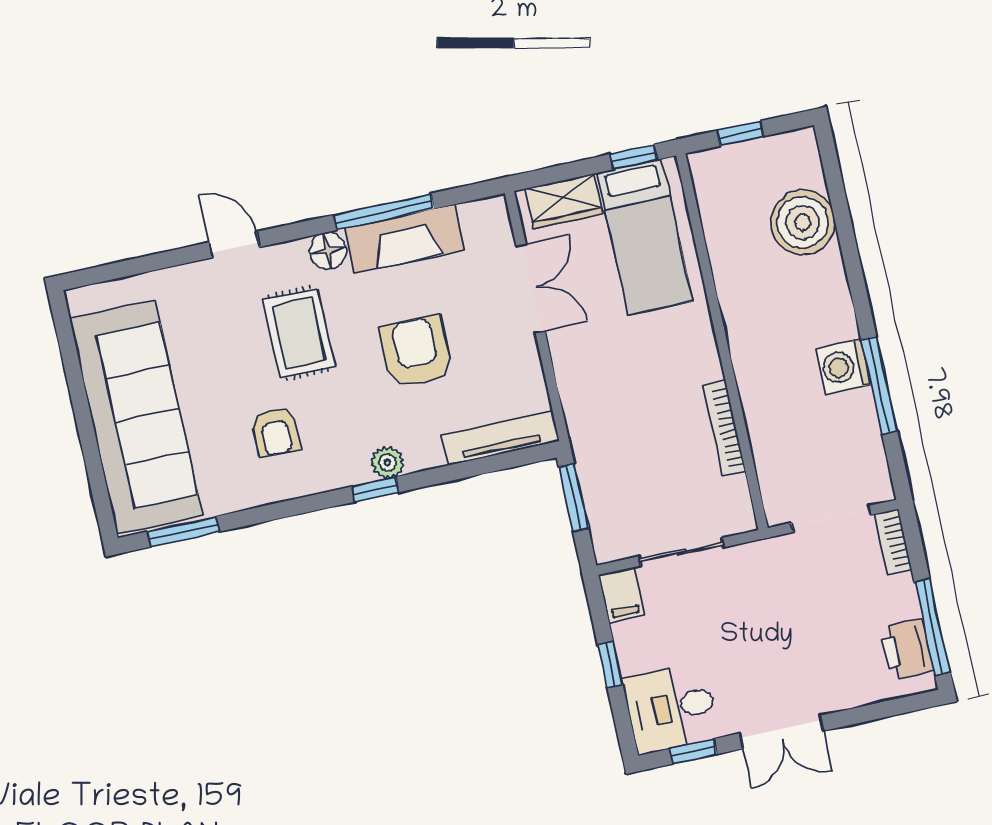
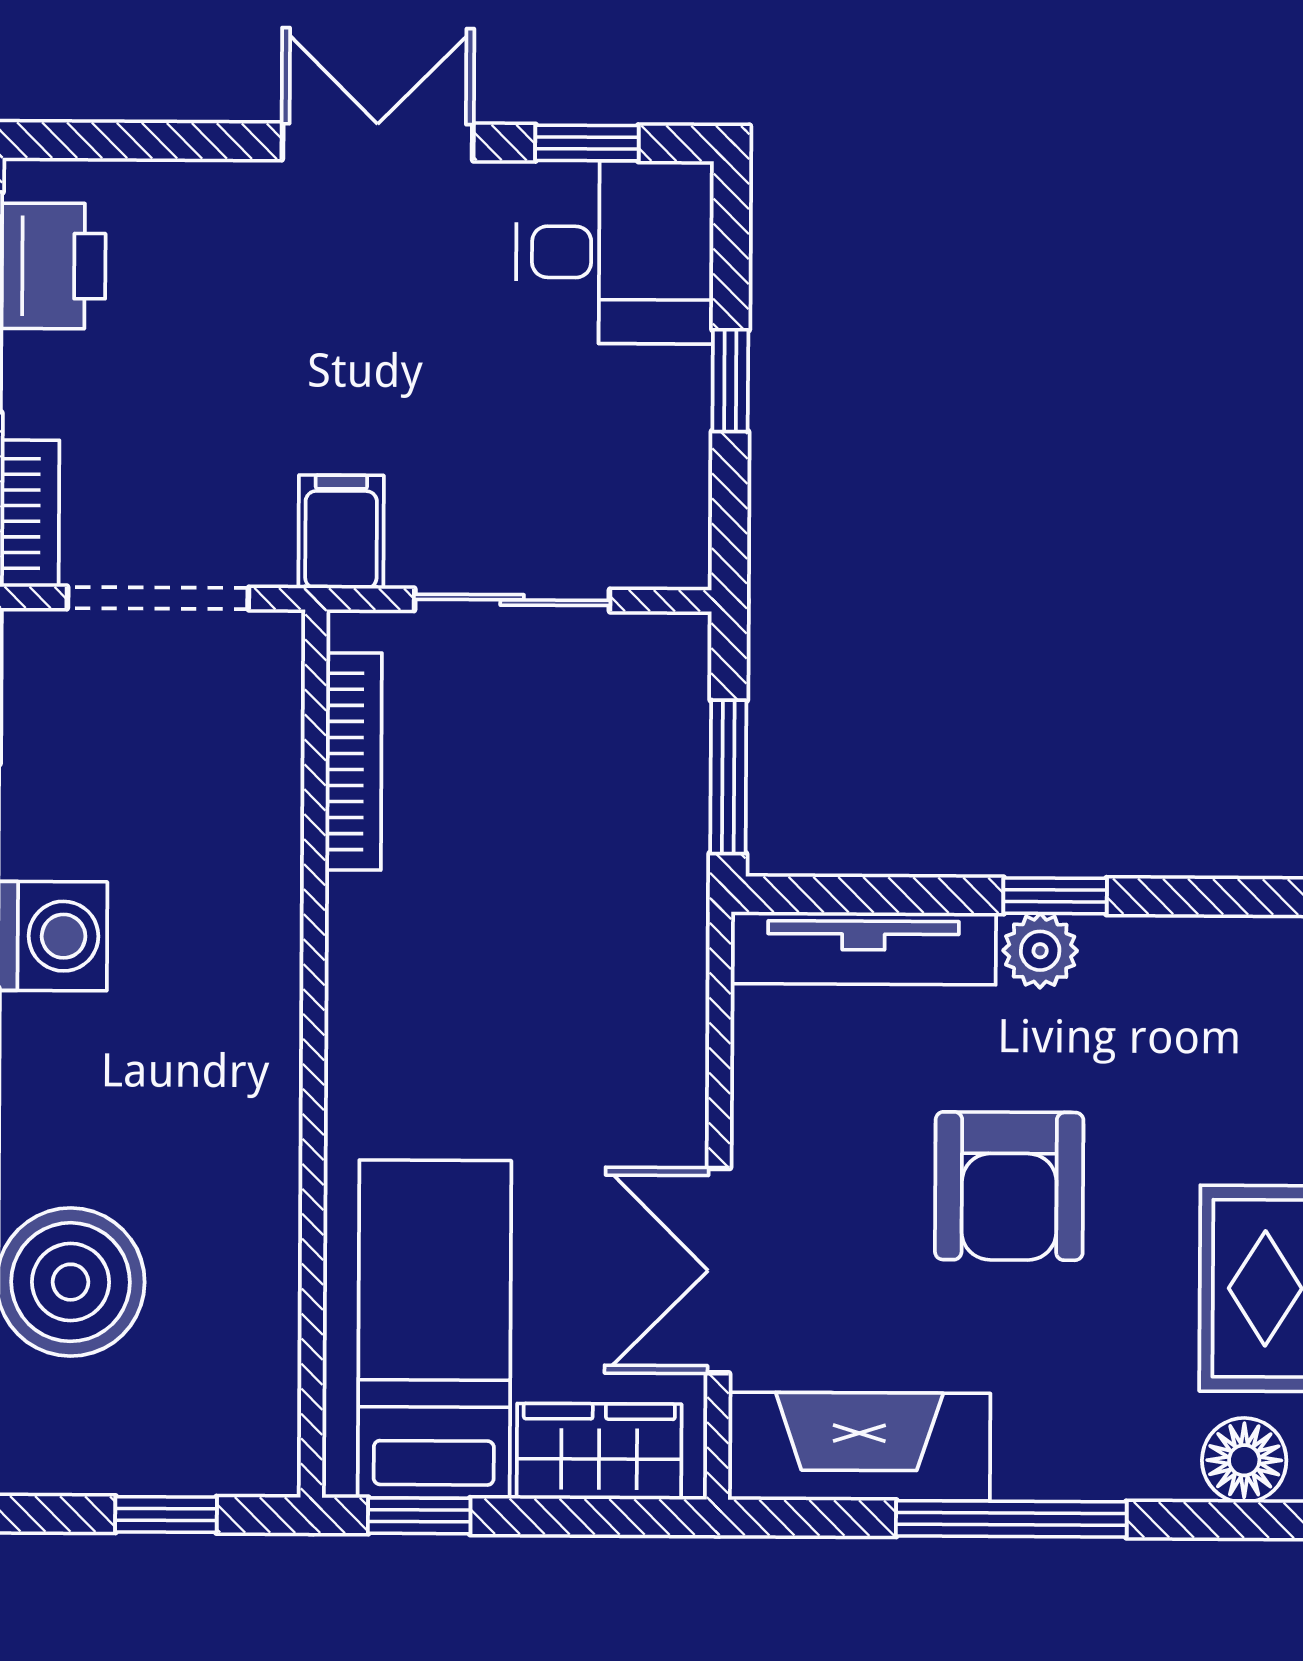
fireplace: (405, 239) -> (859, 1447), moved
floor lamp: (328, 251) -> (1244, 1460), moved
bookcase: (724, 429) -> (354, 762), moved
plant: (387, 462) -> (1040, 951), moved
window: (375, 489) -> (1055, 896), moved
filing cabinet: (621, 595) -> (341, 532), moved

